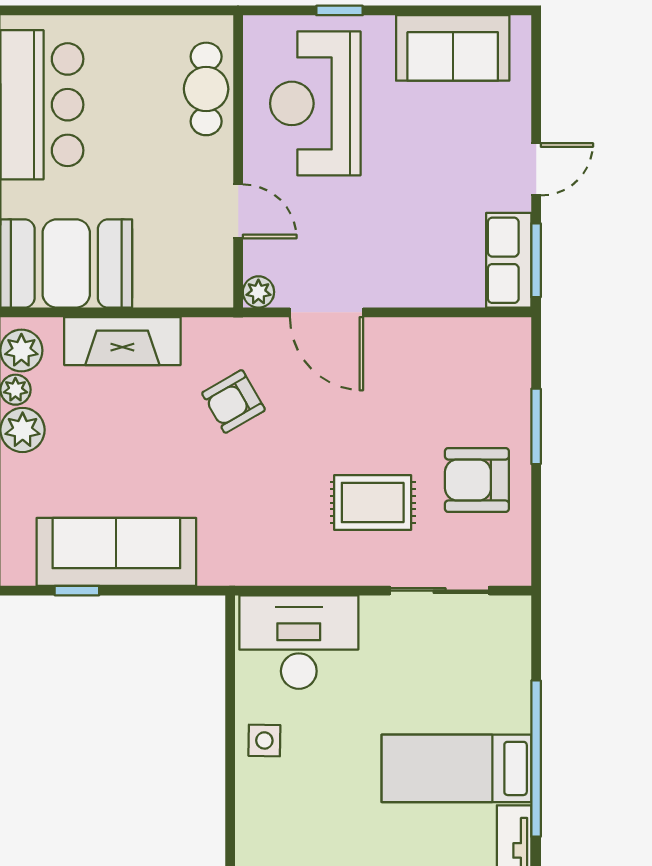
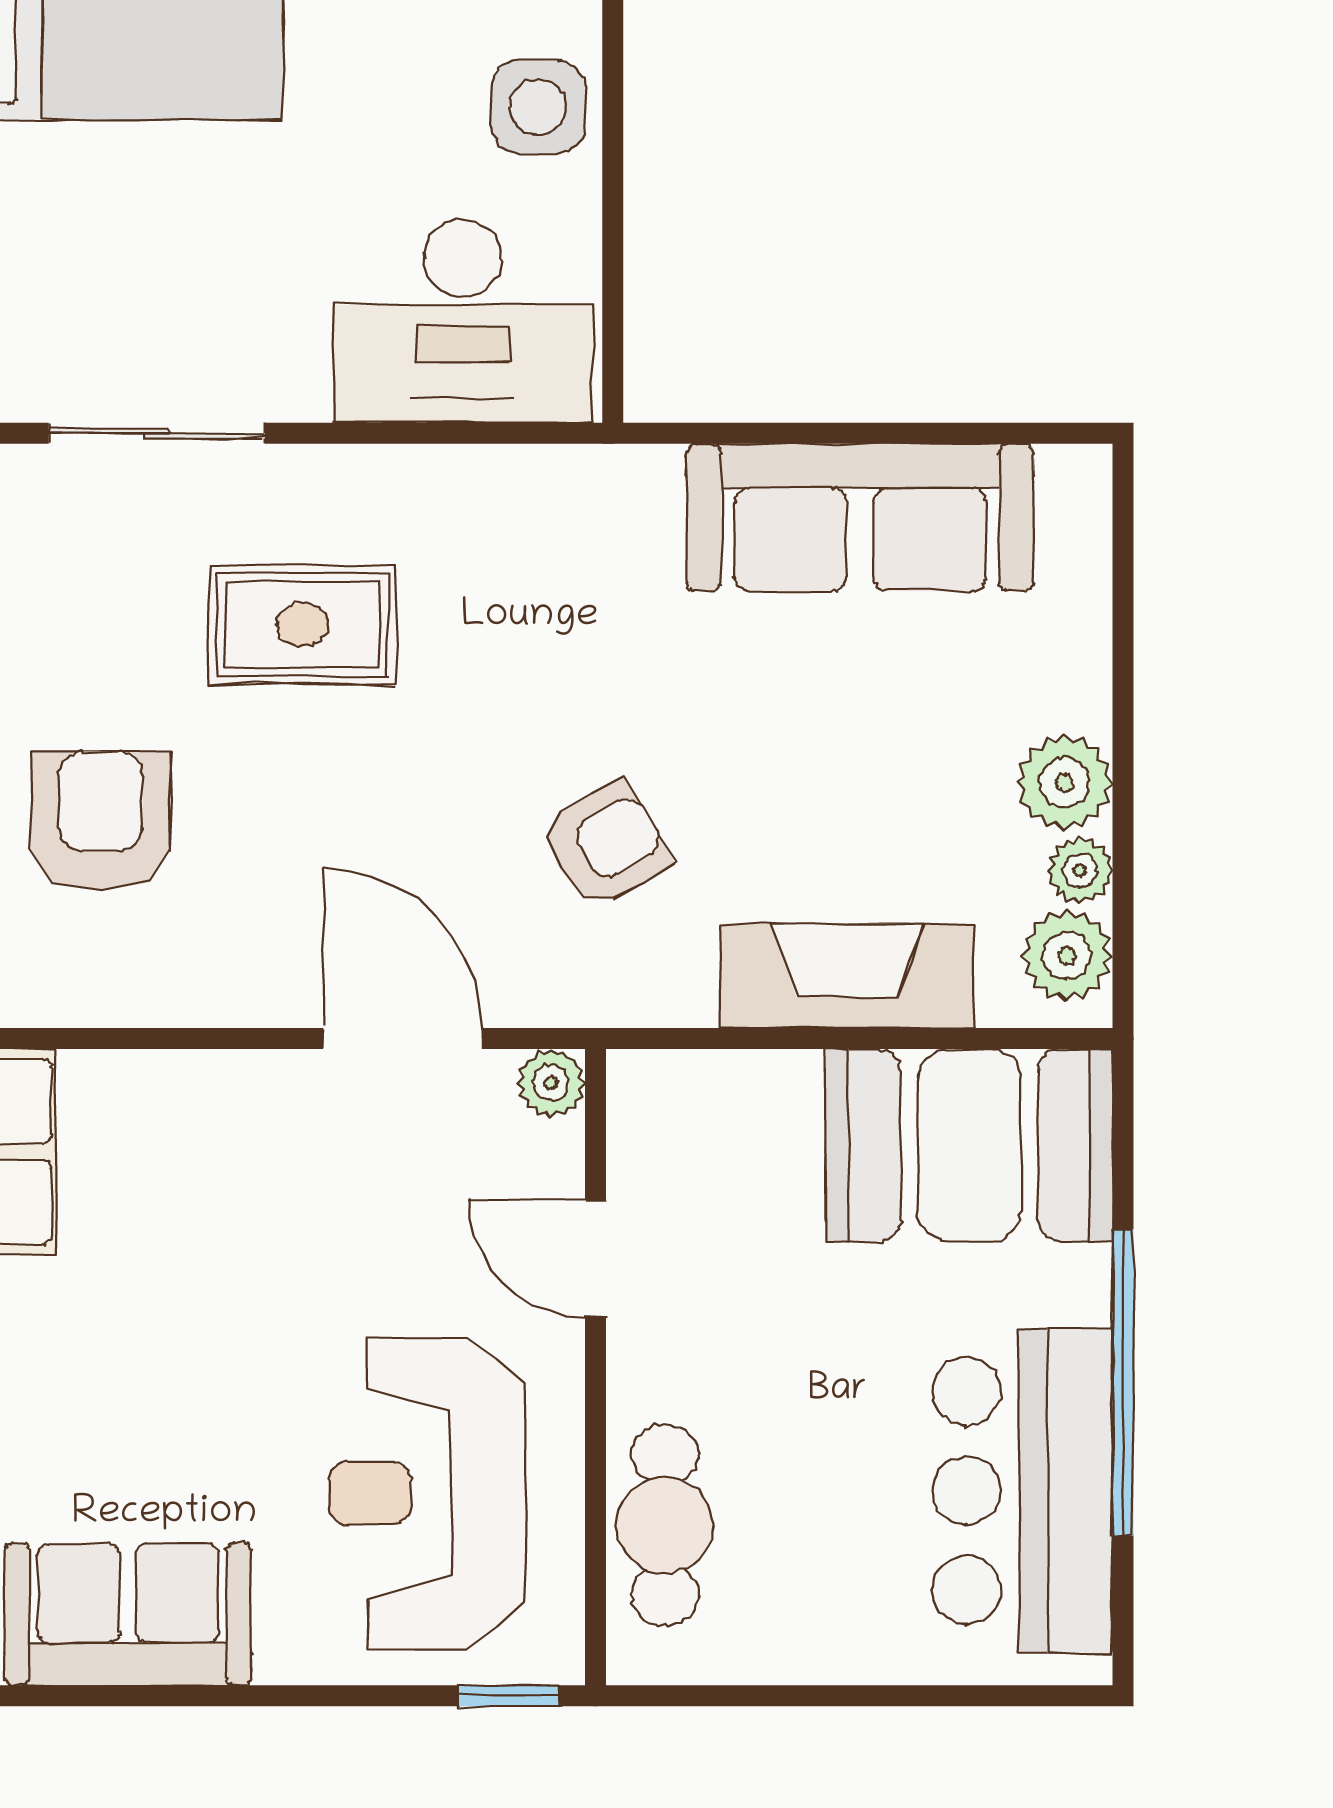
window: (340, 10) -> (508, 1696), moved
reception desk: (315, 103) -> (427, 1493), turned 180
armchair: (477, 480) -> (101, 821), moved, turned -90
window: (77, 591) -> (946, 433), removed
side table: (264, 740) -> (538, 107), width x1.37, depth x1.37

